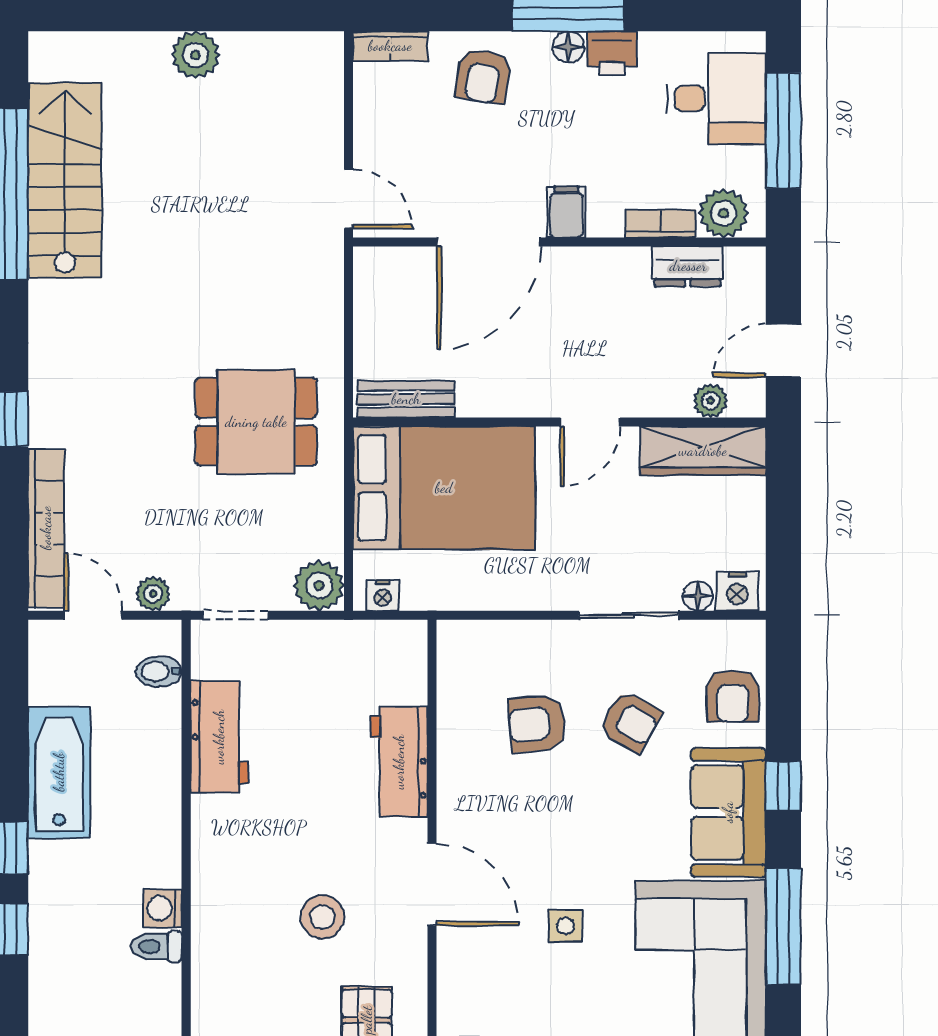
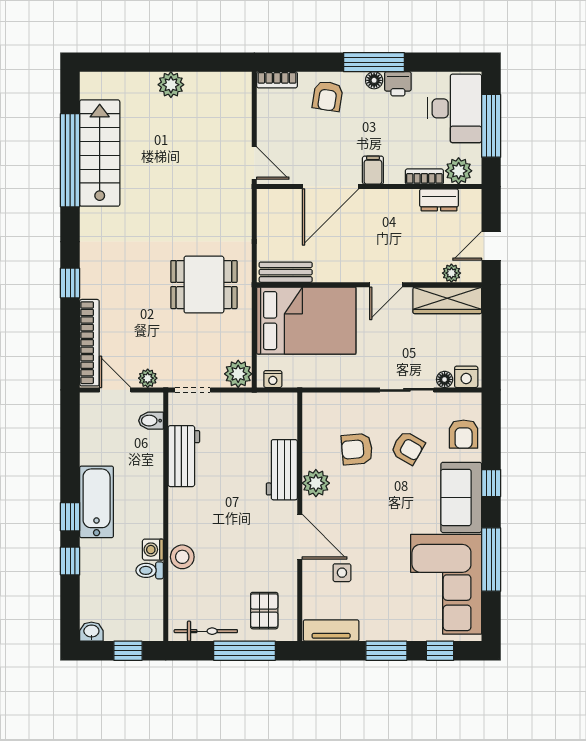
desk: (716, 98) -> (455, 108), width x1.37
bathtub: (59, 772) -> (97, 502), moved
plant: (462, 786) -> (316, 483), added
stool: (322, 917) -> (182, 557), moved
side table: (565, 926) -> (342, 573), moved

